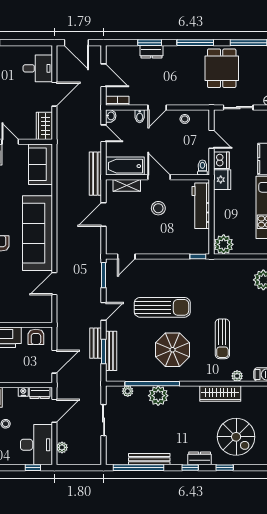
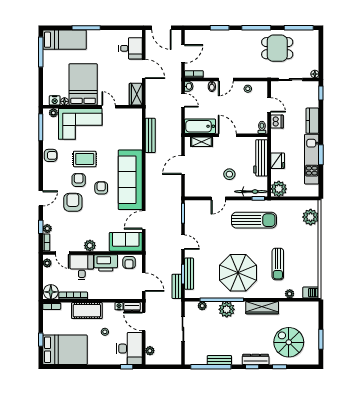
dresser: (151, 52) -> (221, 35), removed
dining table: (222, 68) -> (277, 48), turned 90
door: (104, 75) -> (183, 54), hinge flipped
door: (54, 94) -> (144, 69), hinge flipped
sofa: (40, 164) -> (126, 242), moved, turned 90
bench: (95, 174) -> (150, 135), moved
fridge: (222, 180) -> (278, 161), moved
stool: (158, 208) -> (229, 174), moved
bicycle: (189, 248) -> (251, 192), added
door: (126, 257) -> (218, 198), moved
sun lounger: (162, 307) -> (254, 220), moved
door: (104, 311) -> (183, 242), hinge flipped
bench: (96, 343) -> (177, 286), moved
parasol: (173, 350) -> (238, 273), width x1.36, depth x1.36
door: (54, 362) -> (144, 282), hinge flipped
wardrobe: (220, 394) -> (262, 308), moved
door: (54, 411) -> (144, 321), swing flipped
spiral stairs: (236, 437) -> (289, 342), turned 180
dresser: (200, 458) -> (256, 359), width x1.44
bench: (149, 459) -> (219, 360), width x0.73

